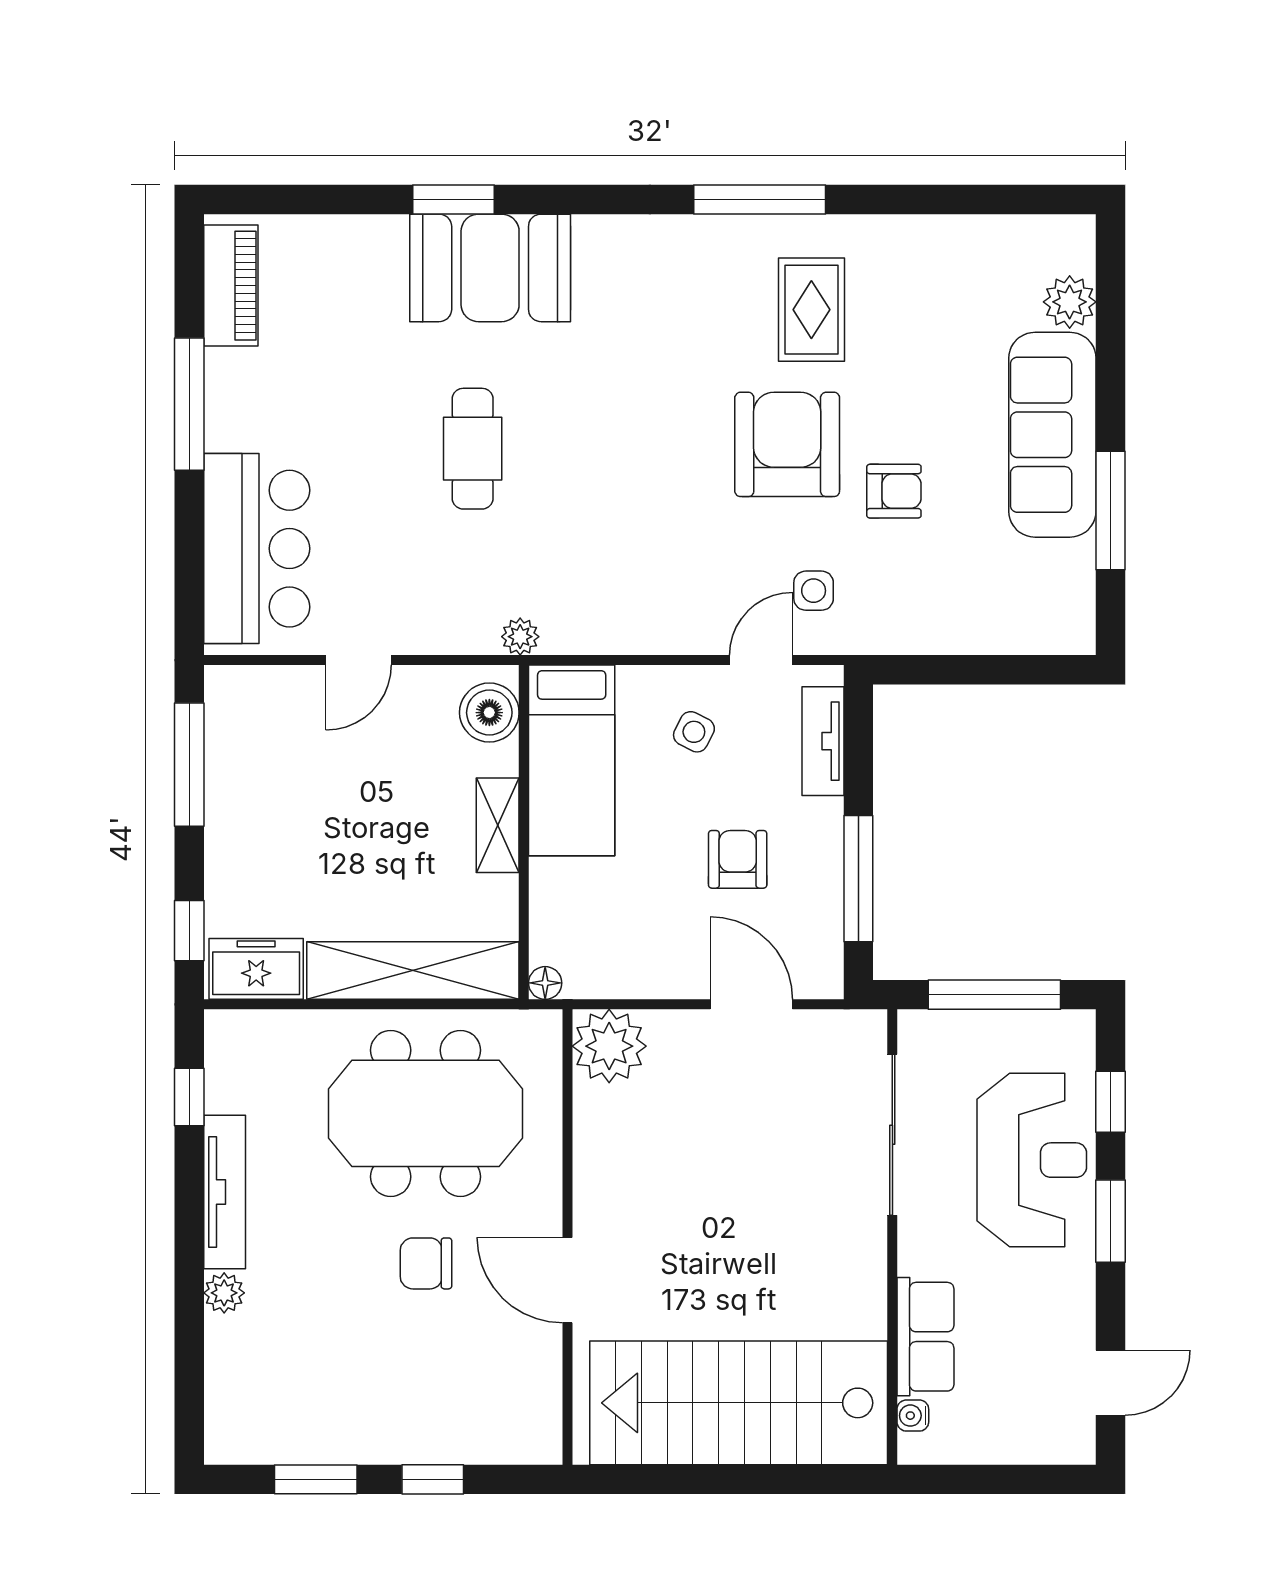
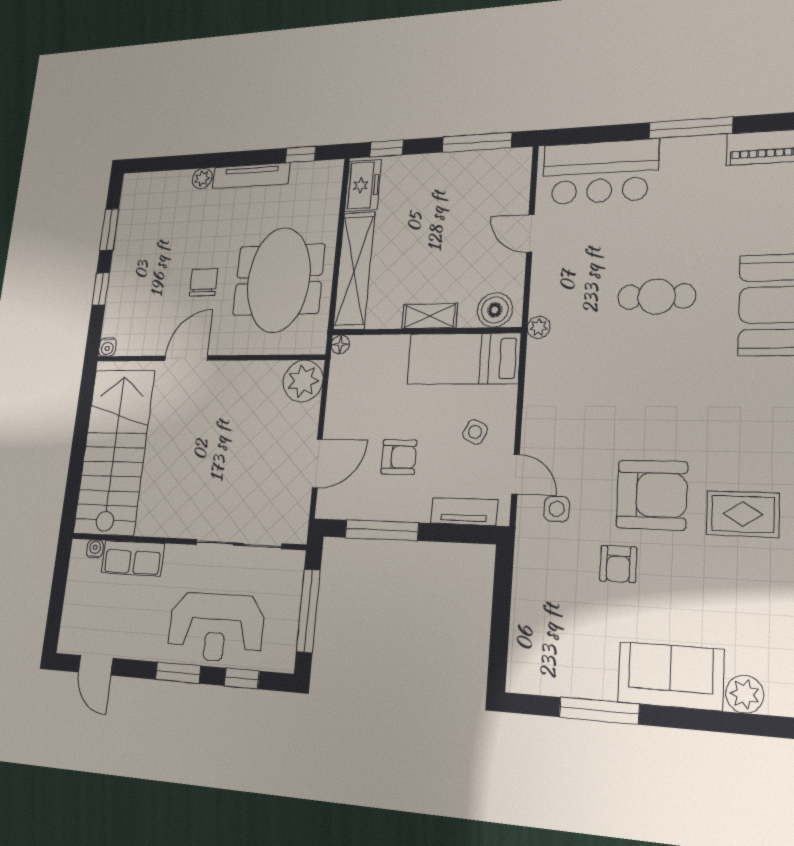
sofa: (1052, 435) -> (671, 676), width x0.73
water cooler: (545, 1448) -> (107, 347), added

